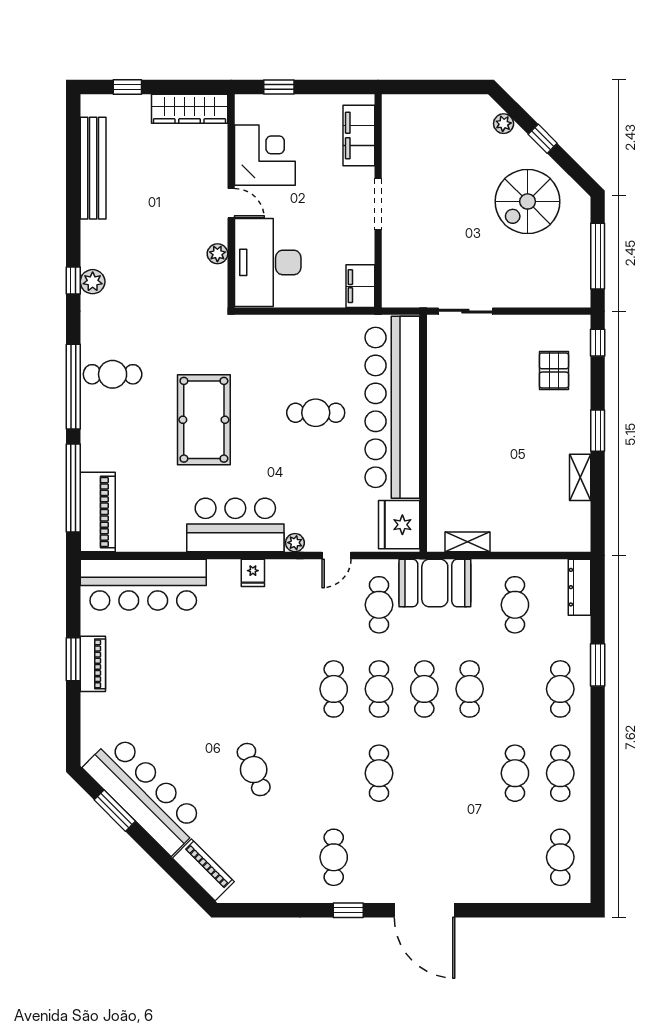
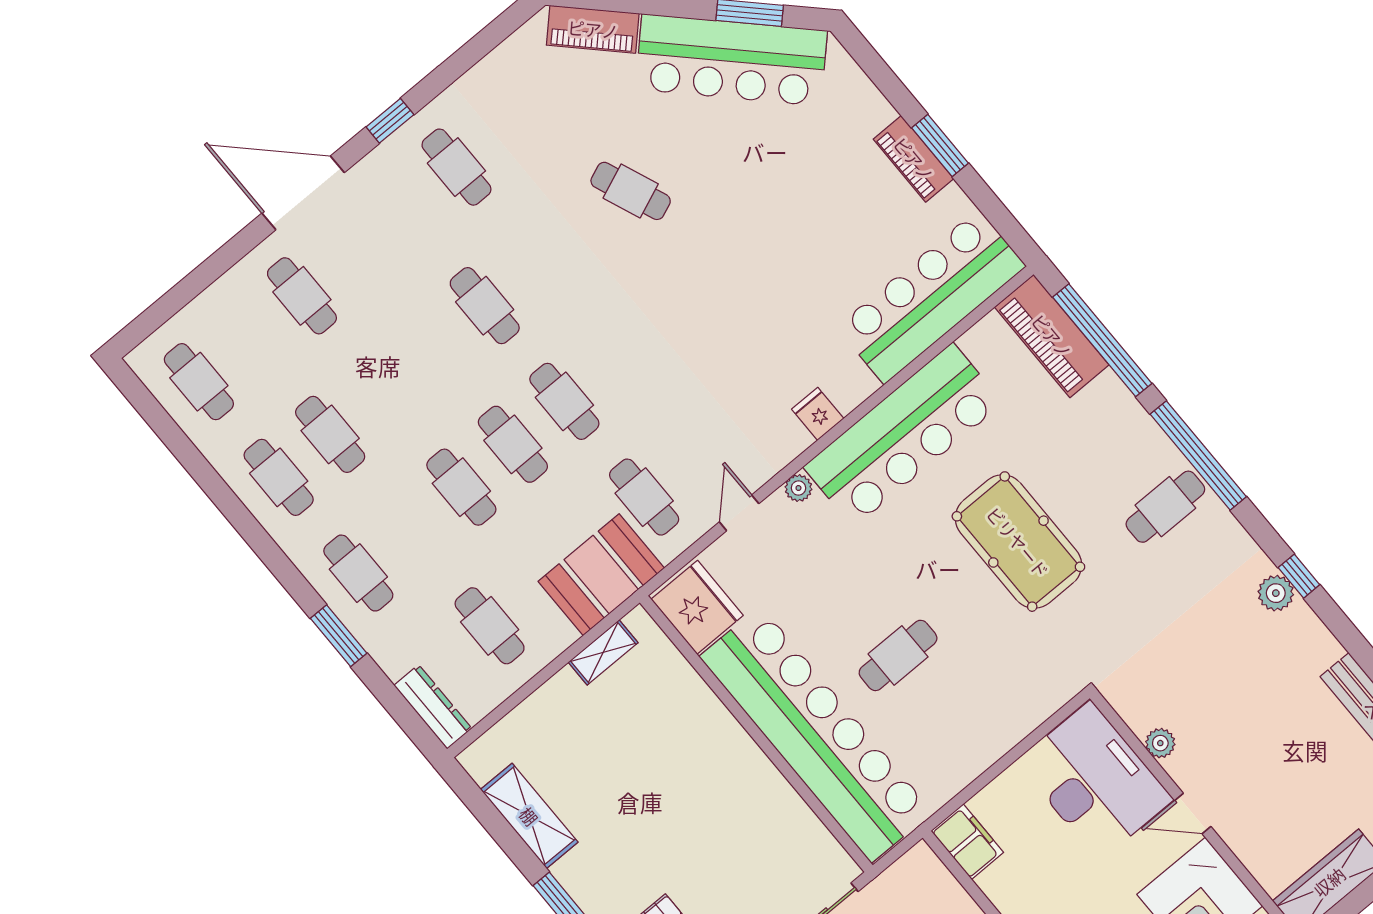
shelving: (580, 477) -> (529, 816), width x1.50, depth x1.33
bar counter: (235, 525) -> (903, 435), width x1.36
cafe table: (334, 689) -> (302, 296), moved

